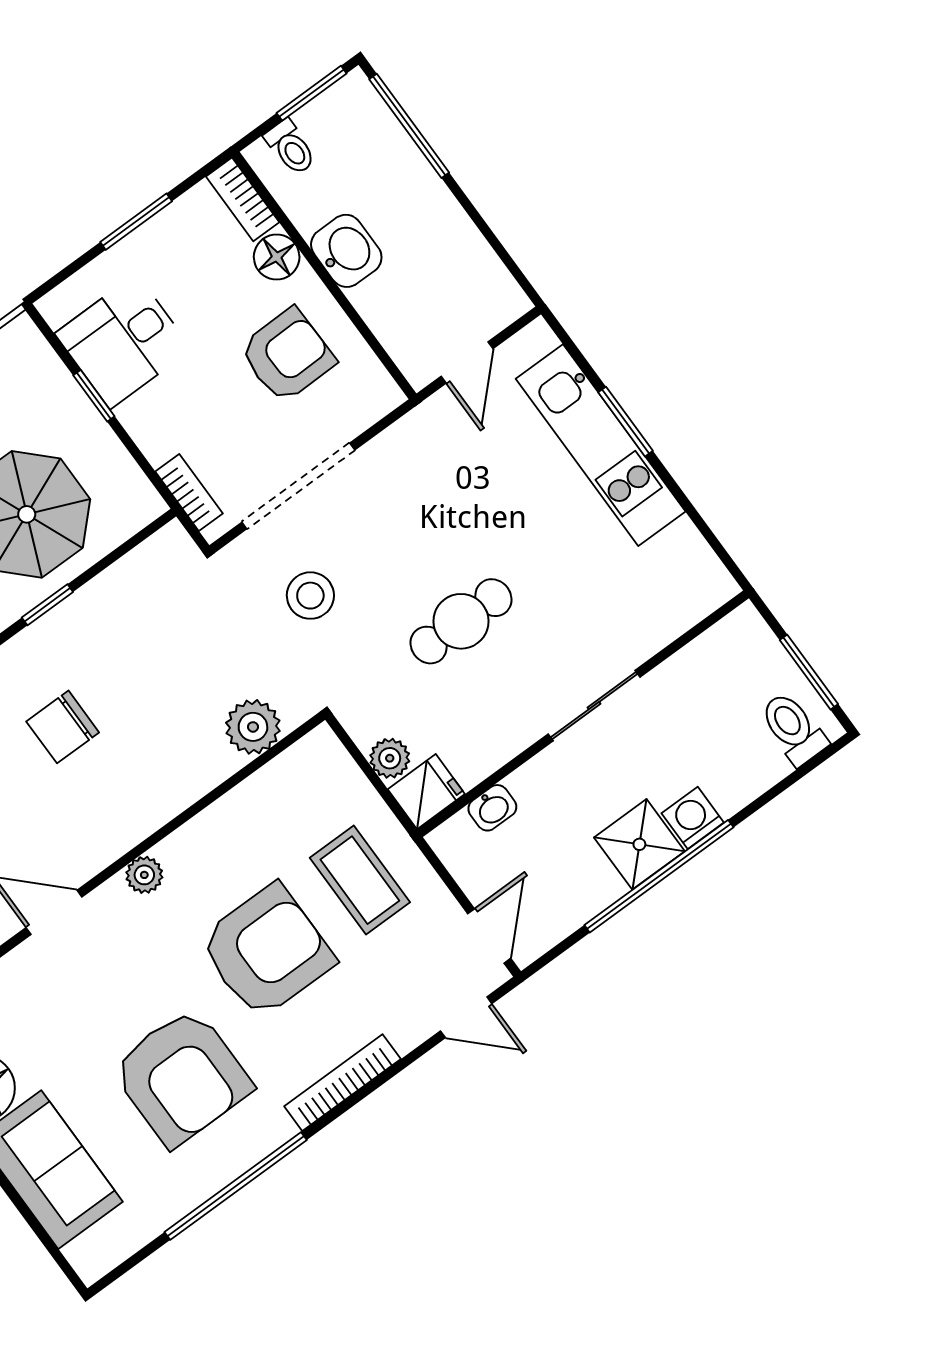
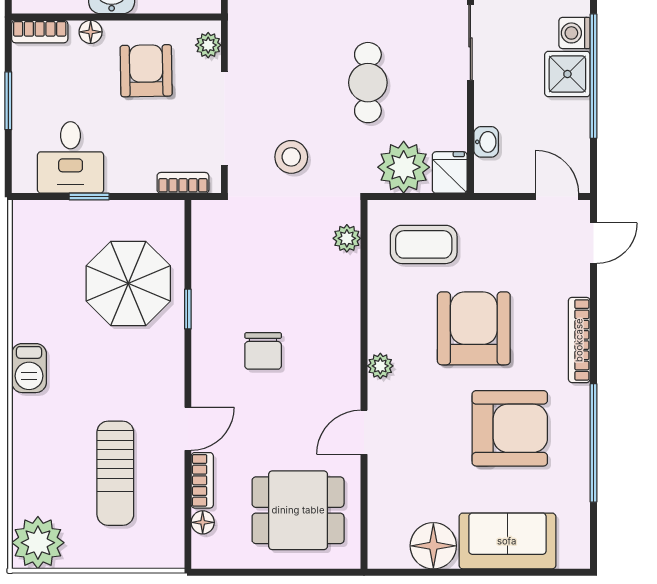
floor lamp: (277, 257) -> (91, 32), width x0.73, depth x0.73
plant: (369, 405) -> (208, 45), added
plant: (253, 727) -> (347, 238), width x0.73, depth x0.73
plant: (390, 758) -> (404, 167), width x1.88, depth x1.88
coffee table: (360, 880) -> (424, 244), moved

